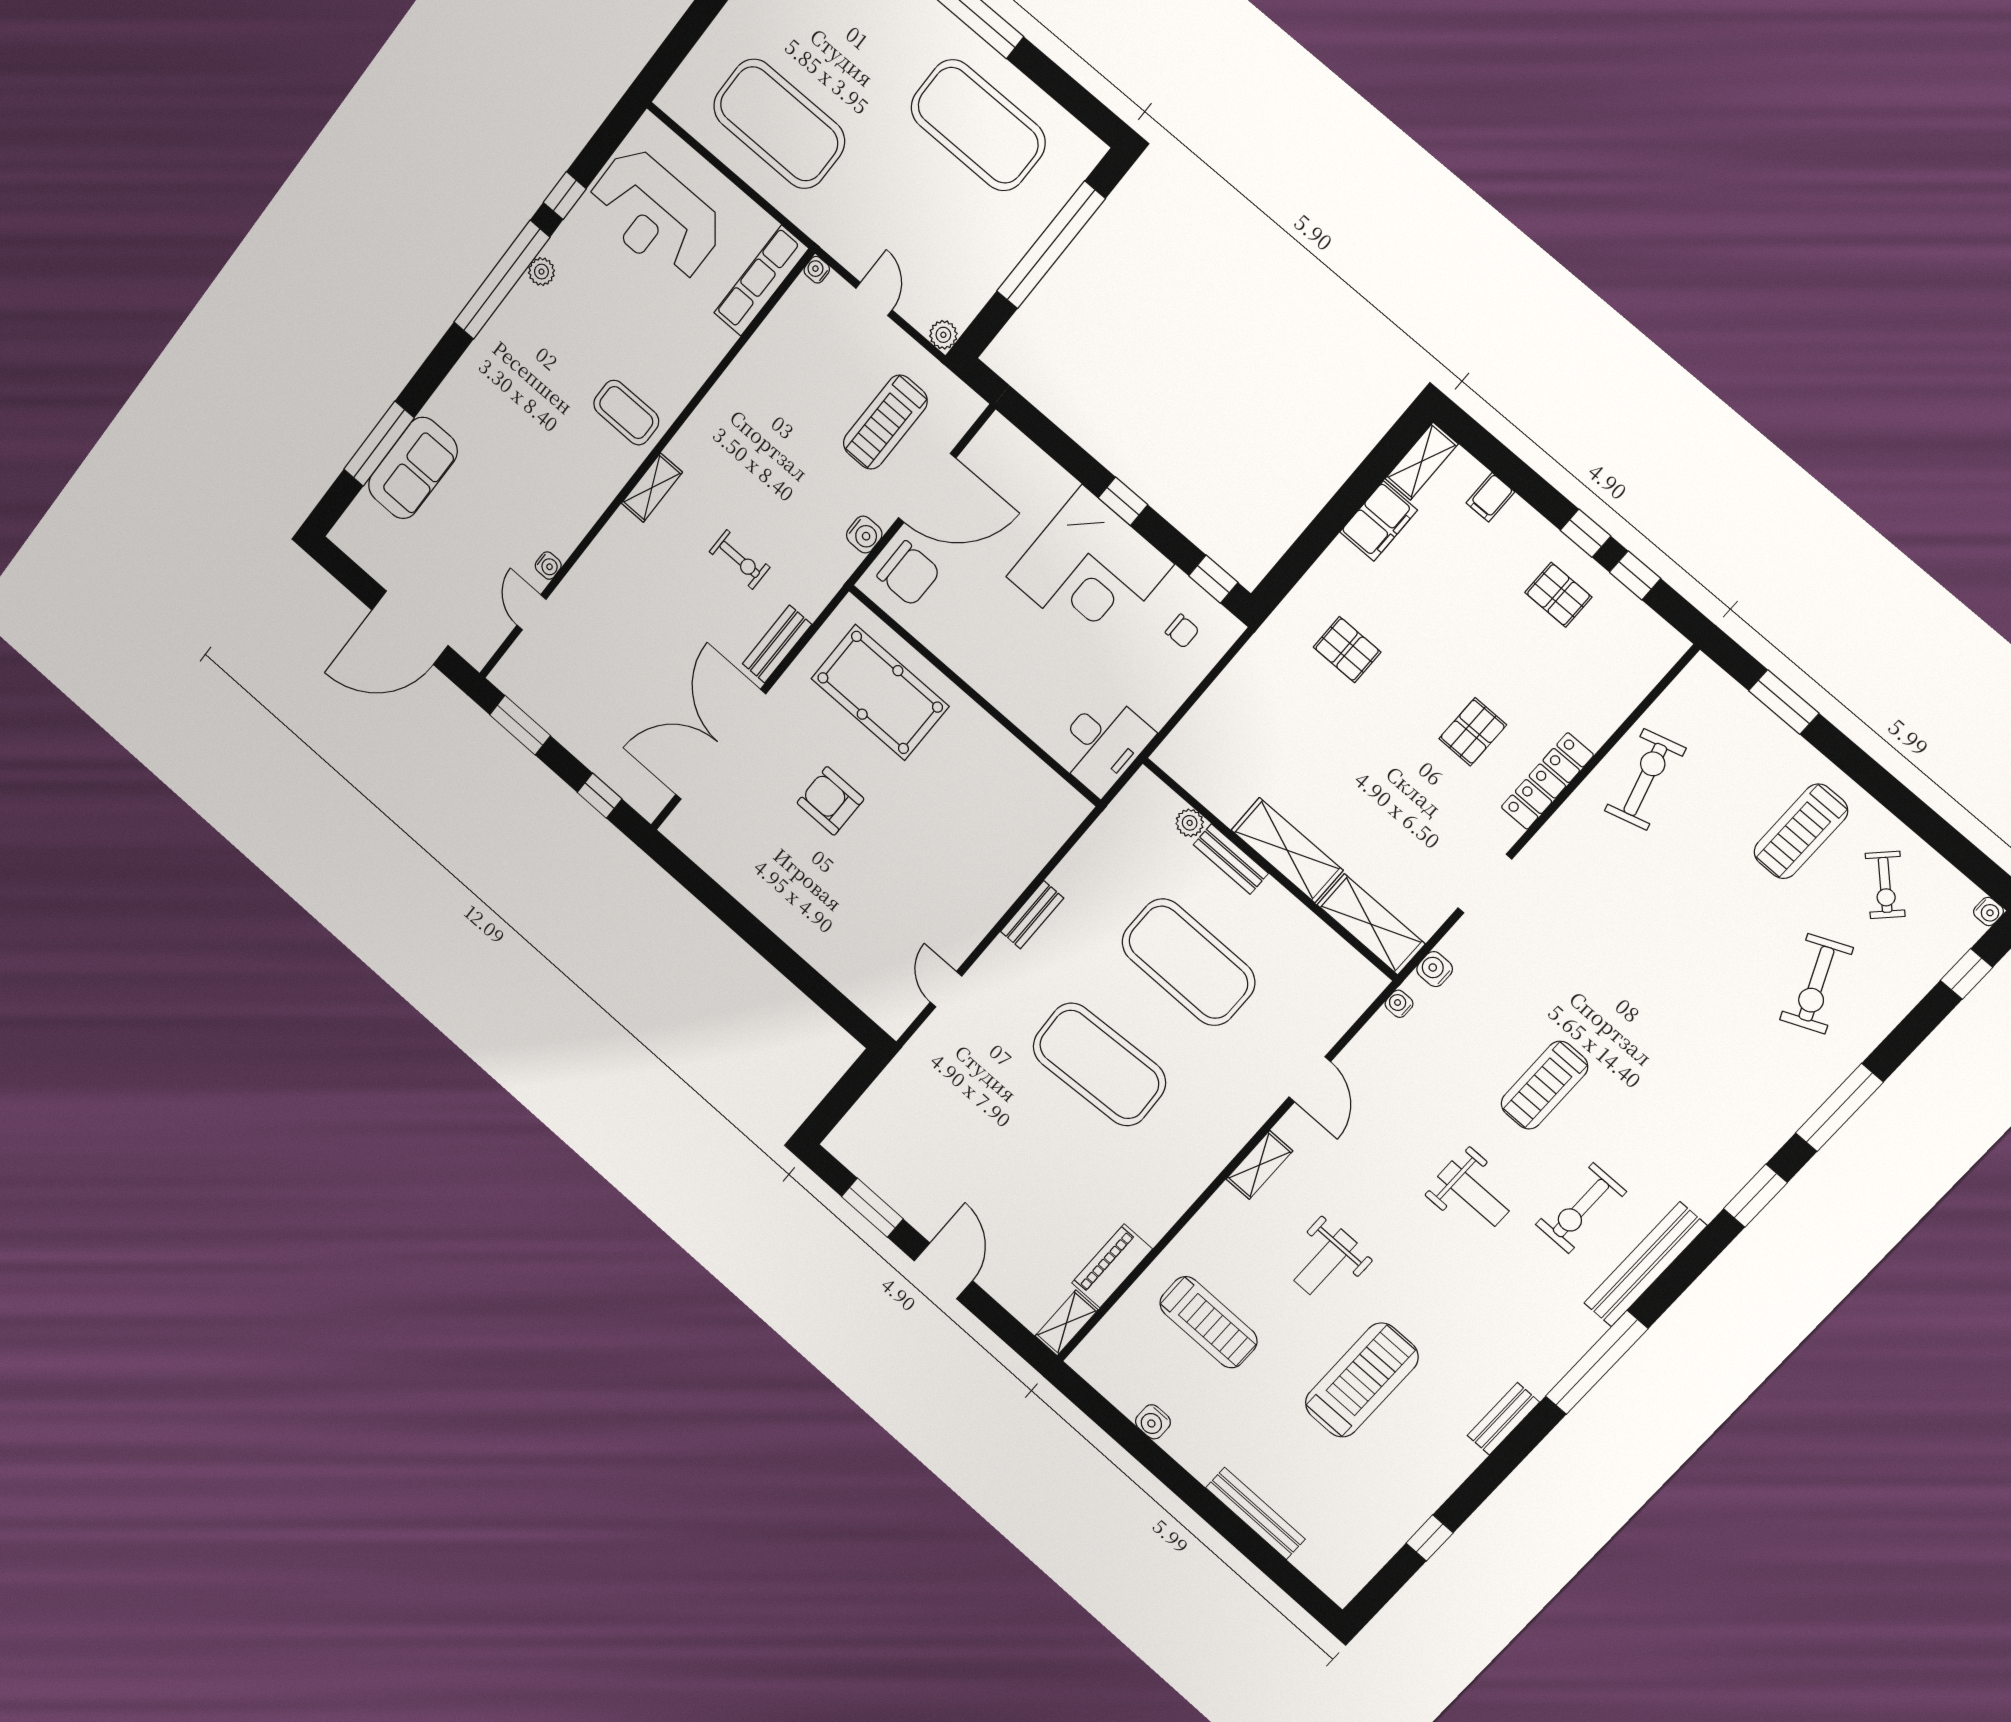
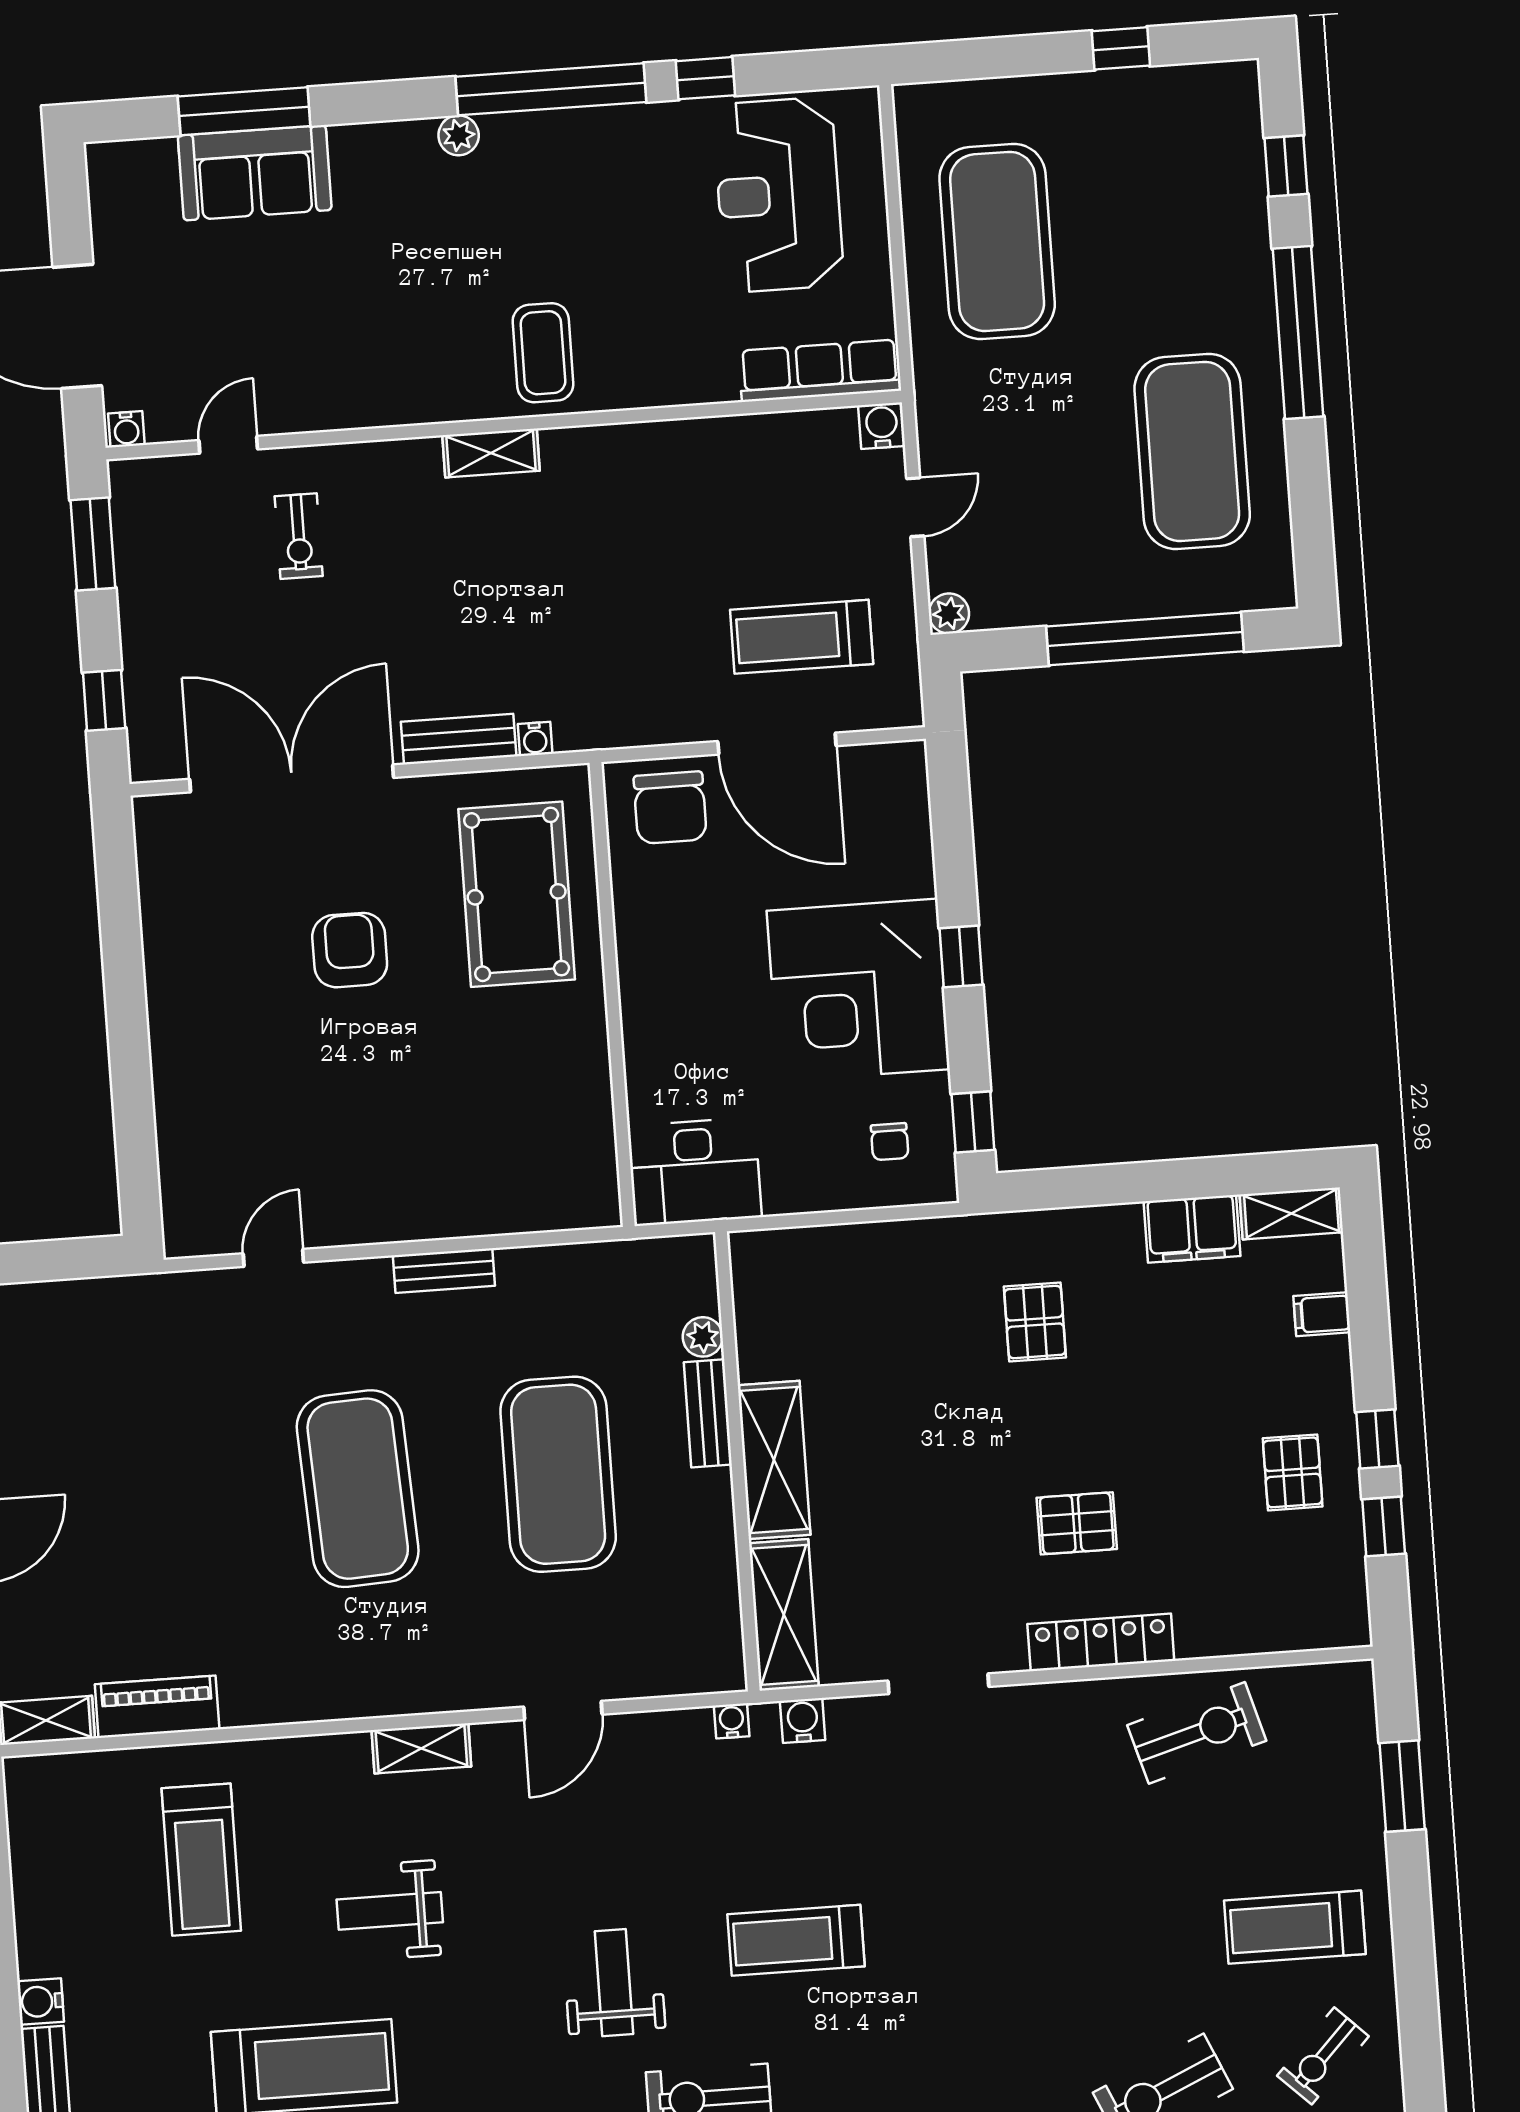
water cooler: (817, 270) -> (882, 426), width x1.38, depth x1.38
plant: (541, 272) -> (459, 135), moved
water cooler: (864, 535) -> (535, 739), moved, width x0.72, depth x0.72
exercise bike: (740, 559) -> (299, 536), moved
water cooler: (548, 566) -> (126, 429), moved
weight bench: (1473, 1194) -> (614, 1983), turned 180
water cooler: (1153, 1422) -> (41, 2001), moved

